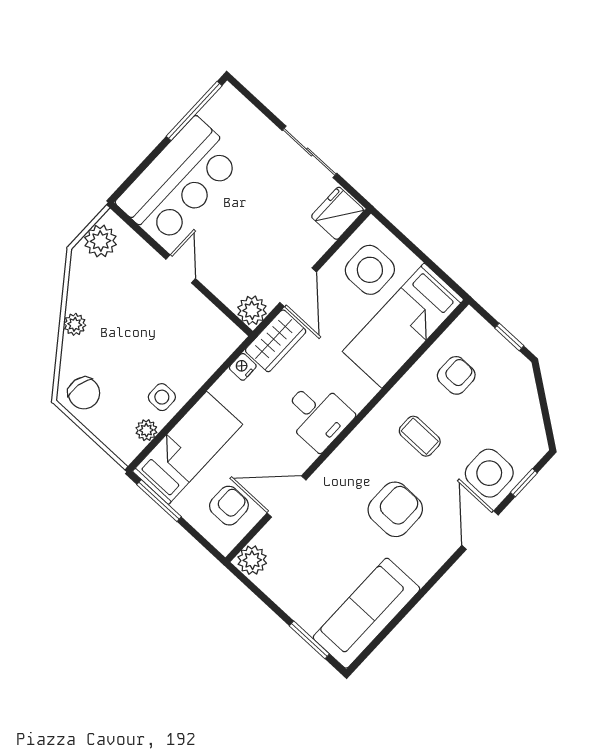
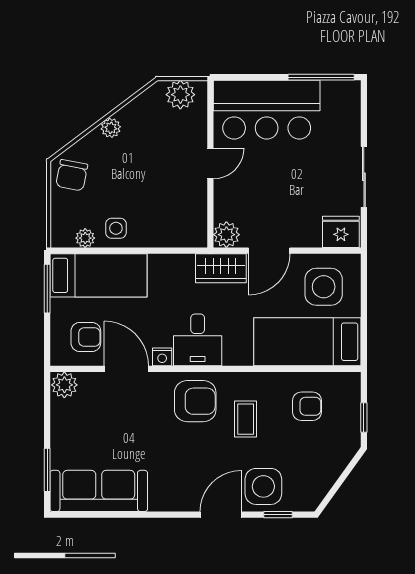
nightstand: (243, 367) -> (162, 357), moved, turned 180
armchair: (395, 509) -> (195, 401), moved

